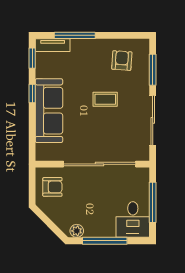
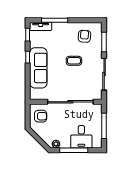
desk: (133, 219) -> (81, 137), moved

